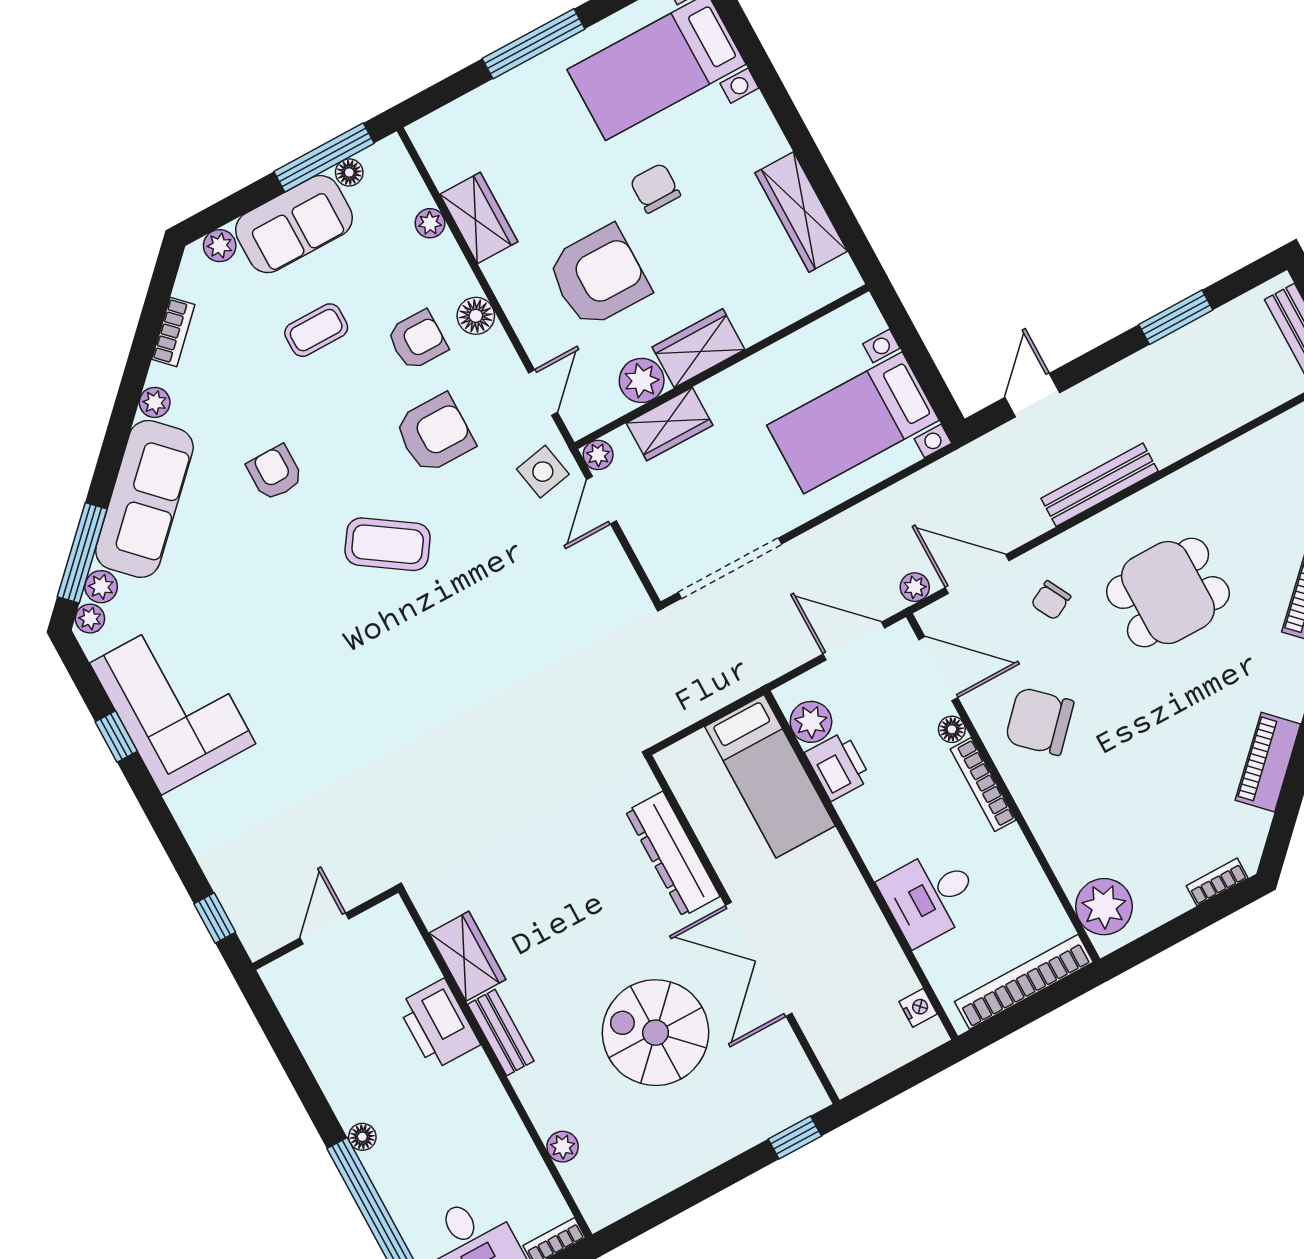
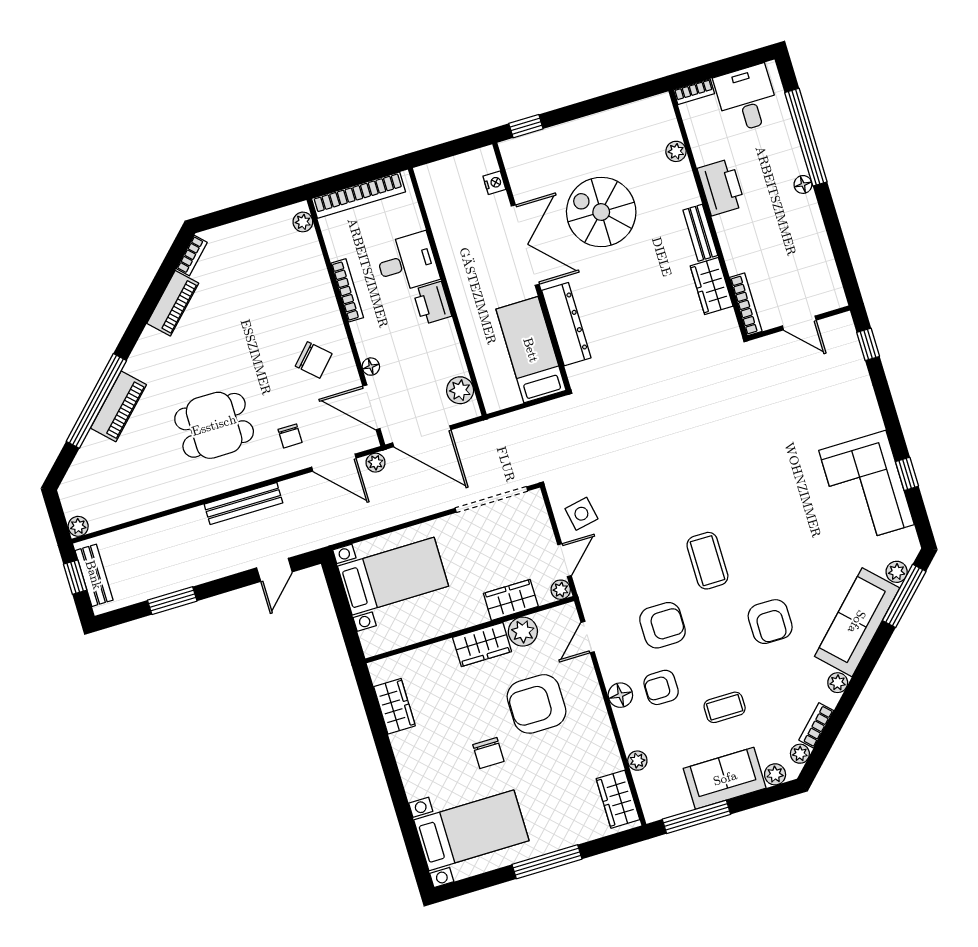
floor lamp: (349, 173) -> (682, 804), removed
wardrobe: (801, 212) -> (394, 706), width x0.67
wardrobe: (479, 218) -> (618, 799), moved
armchair: (435, 434) -> (663, 625), turned 180
side table: (543, 472) -> (581, 514), moved
armchair: (275, 473) -> (770, 622), width x1.38, depth x1.38
coffee table: (388, 544) -> (707, 561), turned 56
chair: (1051, 600) -> (290, 436), turned 118
plant: (90, 619) -> (800, 754), moved
door: (854, 641) -> (422, 436), width x1.36
chair: (1039, 721) -> (314, 360), width x0.73, depth x0.73
printer: (838, 766) -> (432, 303), moved
bed: (770, 776) -> (531, 350), moved
bookcase: (983, 785) -> (347, 290), moved
bookcase: (1217, 882) -> (192, 256), moved, turned -45
plant: (1104, 907) -> (303, 222), width x0.53, depth x0.53
door: (324, 928) -> (799, 323), hinge flipped
bookcase: (410, 940) -> (746, 304), added
nightstand: (918, 1008) -> (494, 183), moved, turned 180
printer: (439, 1024) -> (721, 187), moved
spiral stairs: (656, 1033) -> (601, 212), turned 180

